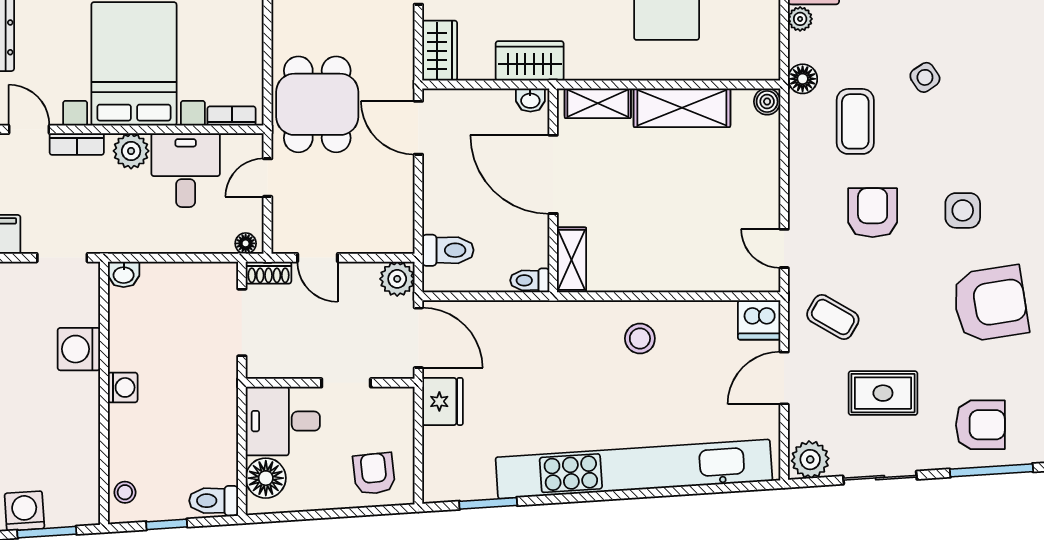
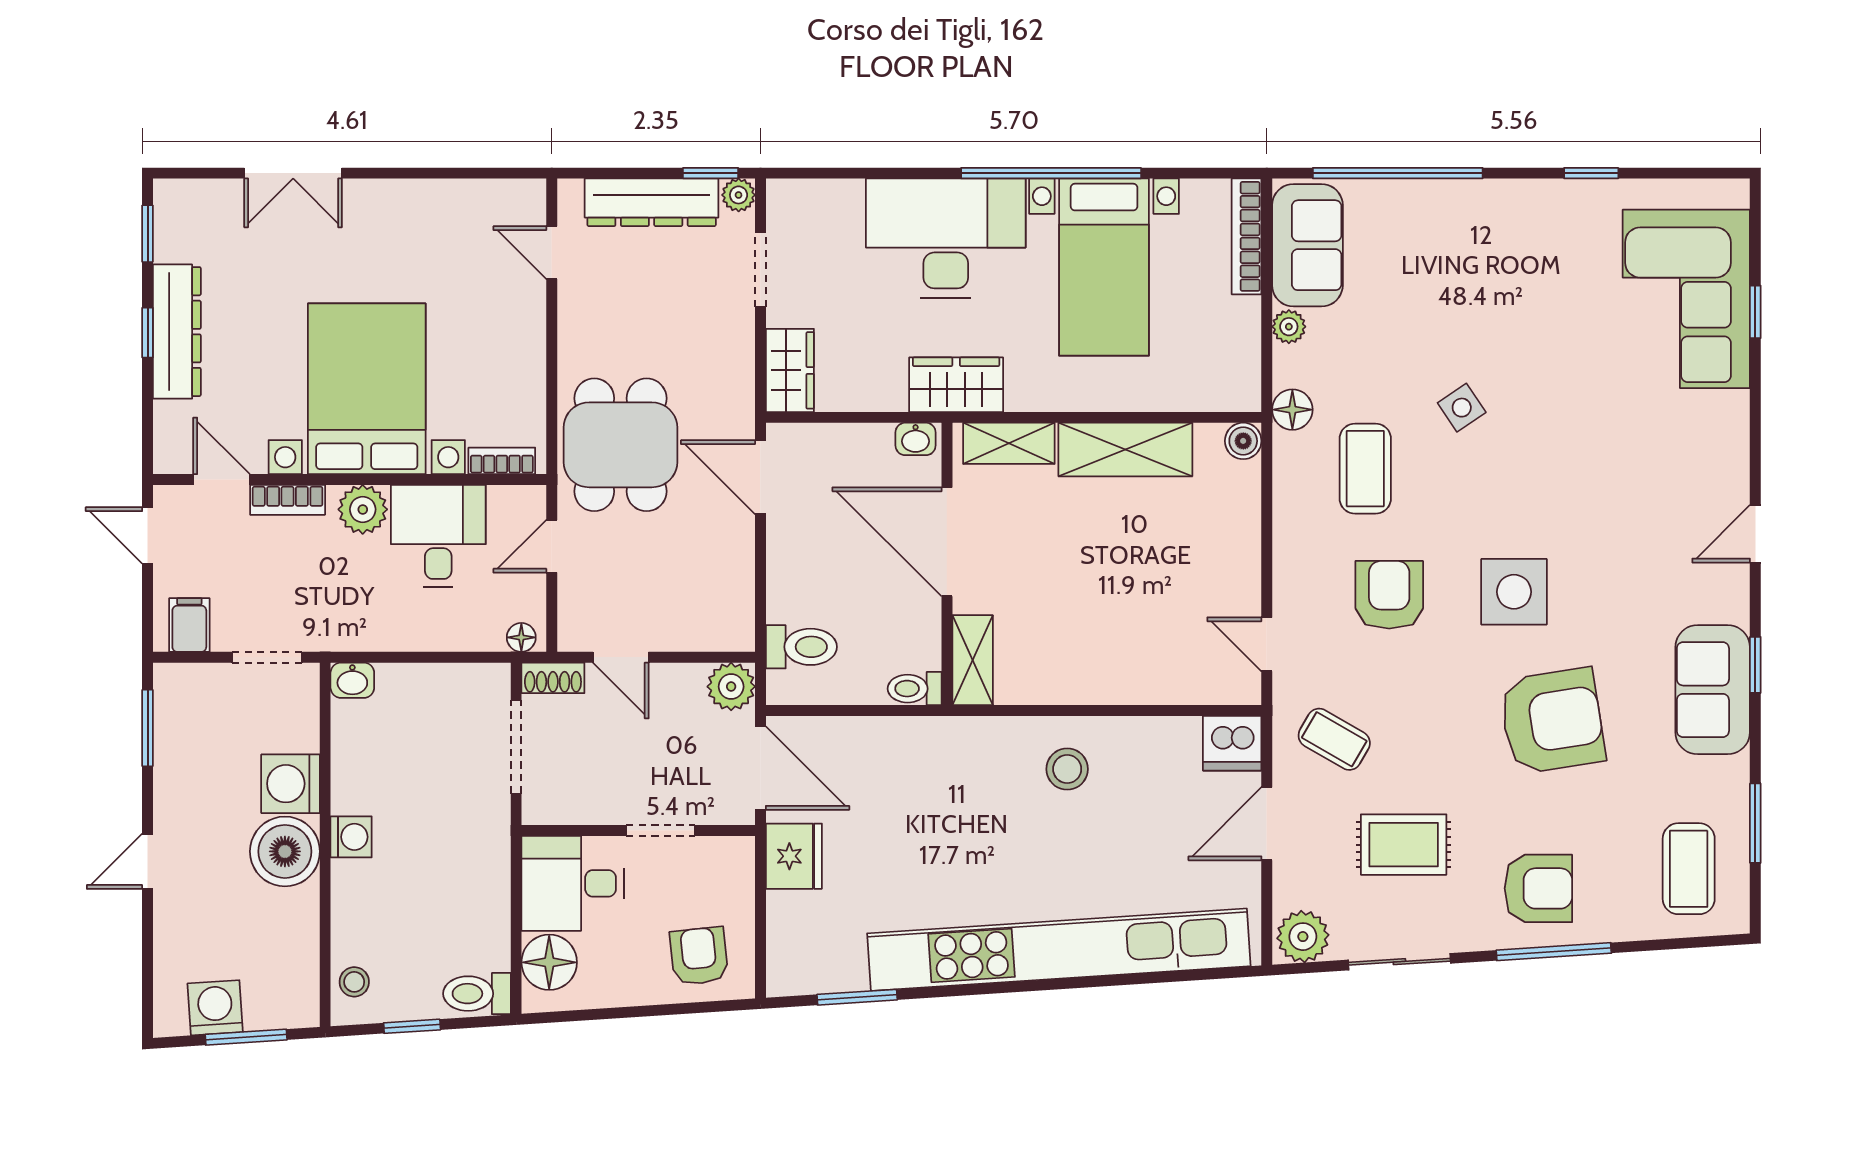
wardrobe: (530, 61) -> (956, 385), moved
side table: (963, 210) -> (1514, 592), width x1.37, depth x1.37
boiler: (75, 398) -> (285, 851), added

